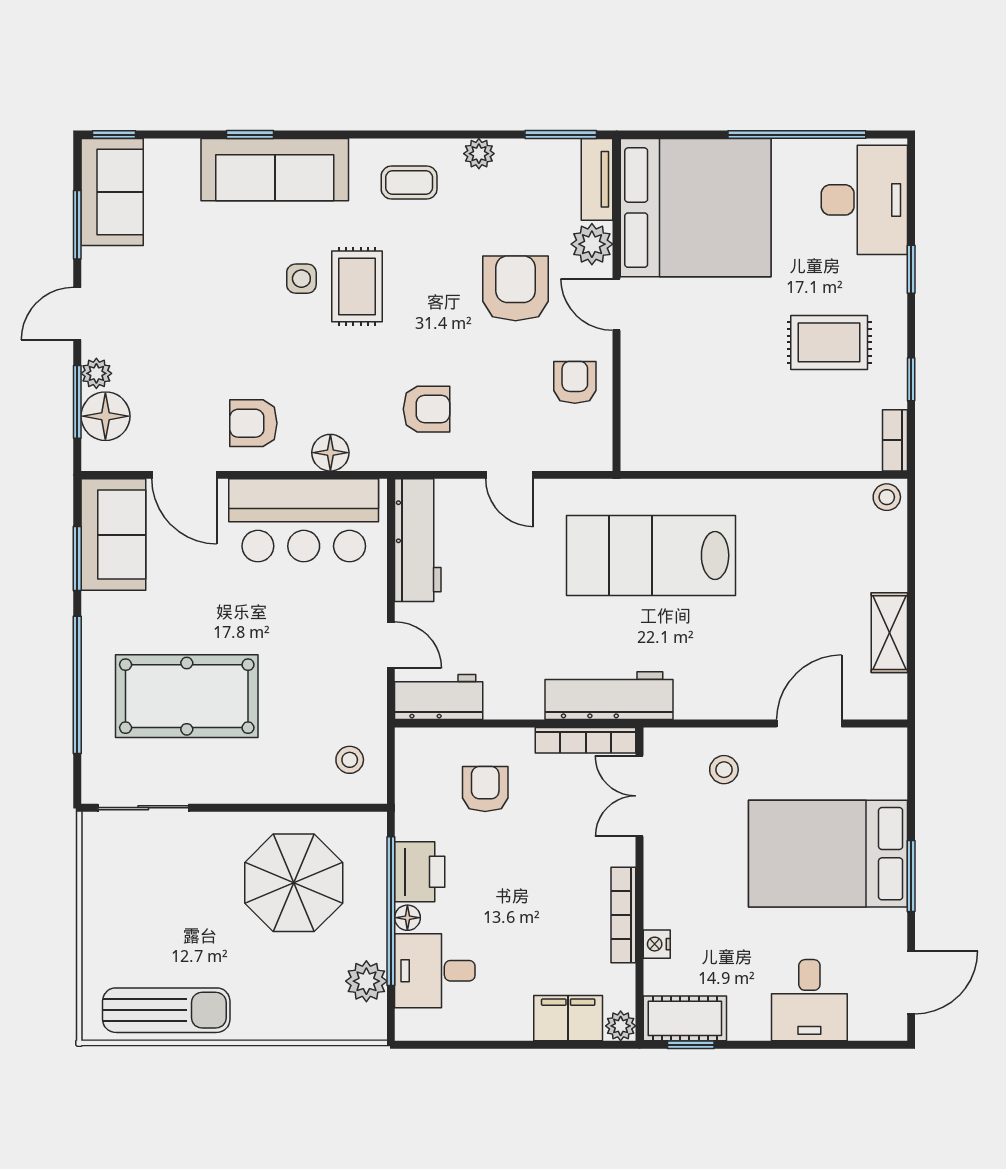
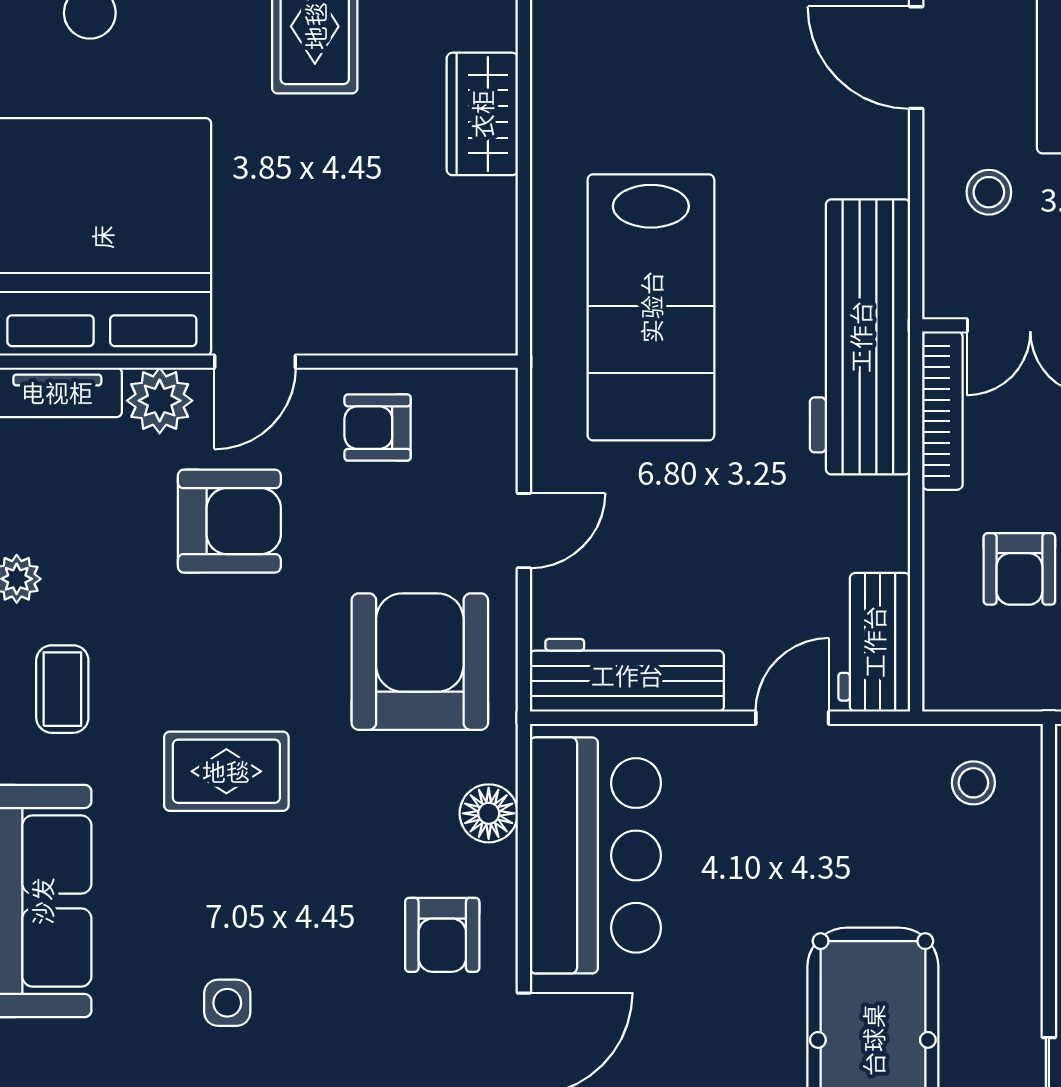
side table: (301, 279) -> (227, 1003), moved
armchair: (516, 288) -> (229, 521), turned 180
armchair: (427, 409) -> (420, 662), width x1.88, depth x1.88
wardrobe: (774, 449) -> (482, 114), added
workbench: (609, 696) -> (860, 337), width x1.36, depth x1.32
armchair: (485, 789) -> (1019, 569), turned -90

